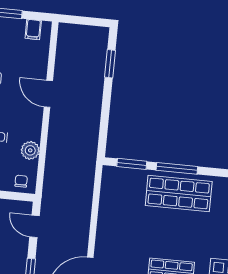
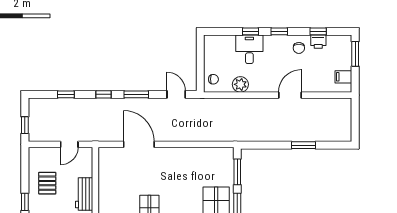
window: (110, 64) -> (303, 145), moved
door: (34, 226) -> (176, 94), hinge flipped

